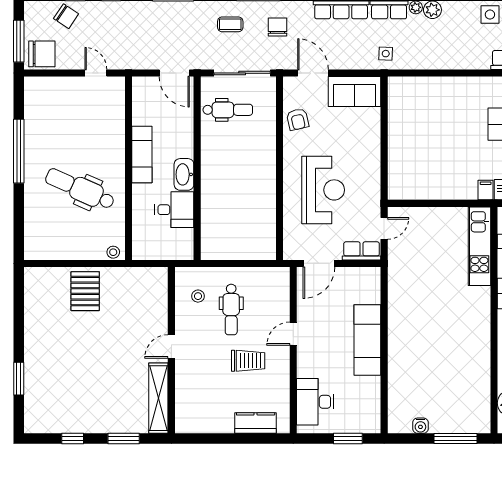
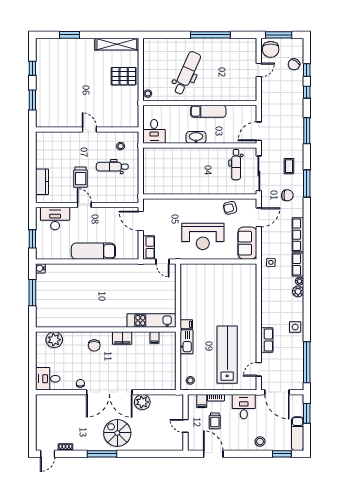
door: (96, 73) -> (259, 70), moved
reception desk: (323, 190) -> (203, 236), moved
desk: (174, 210) -> (154, 131), moved
door: (293, 334) -> (84, 205), moved
shelving: (158, 398) -> (117, 44), moved
water cooler: (420, 426) -> (40, 268), moved
window: (455, 438) -> (32, 293), moved

